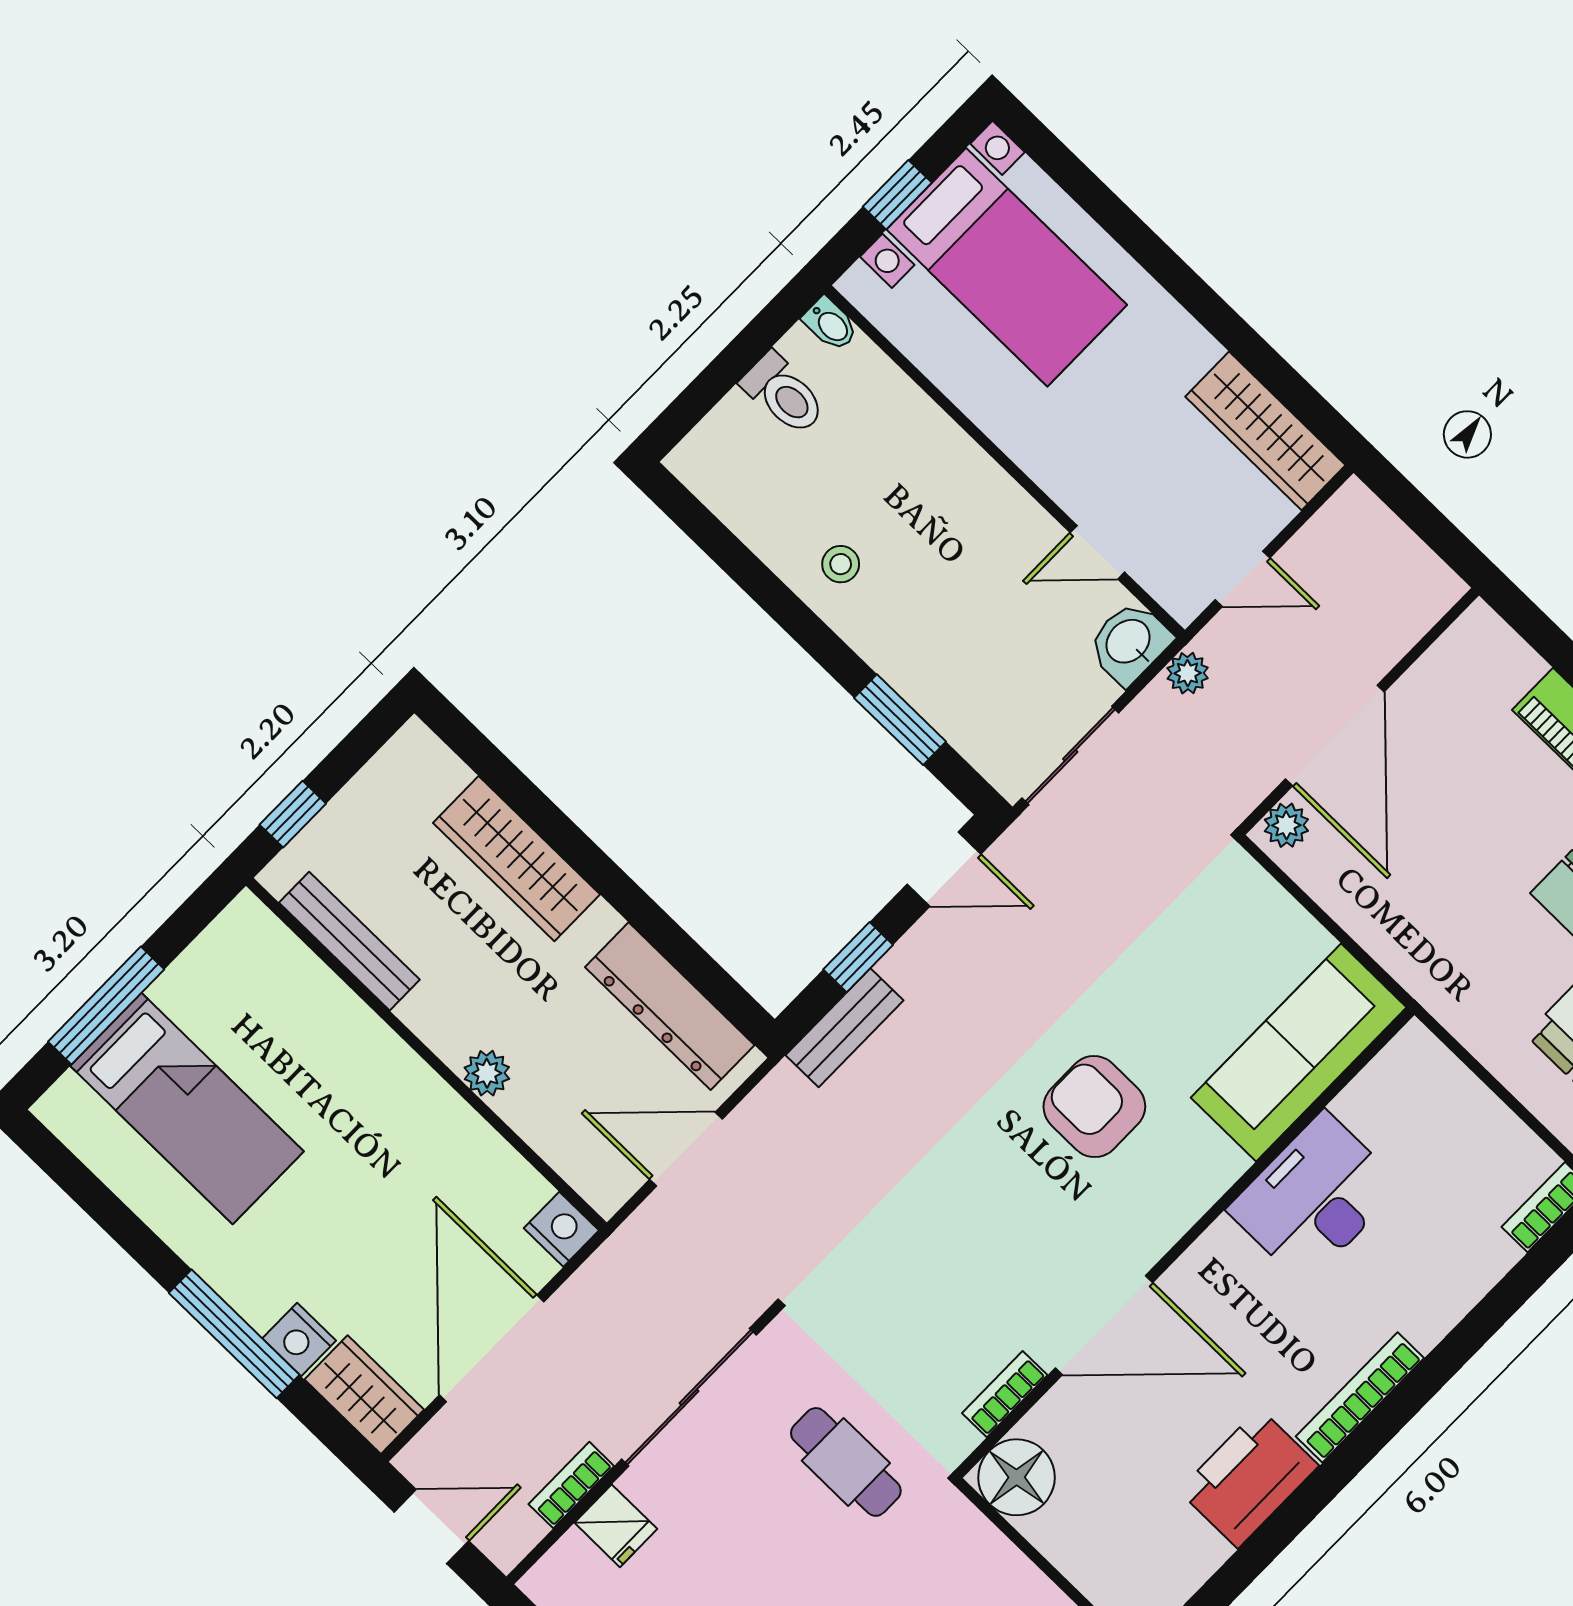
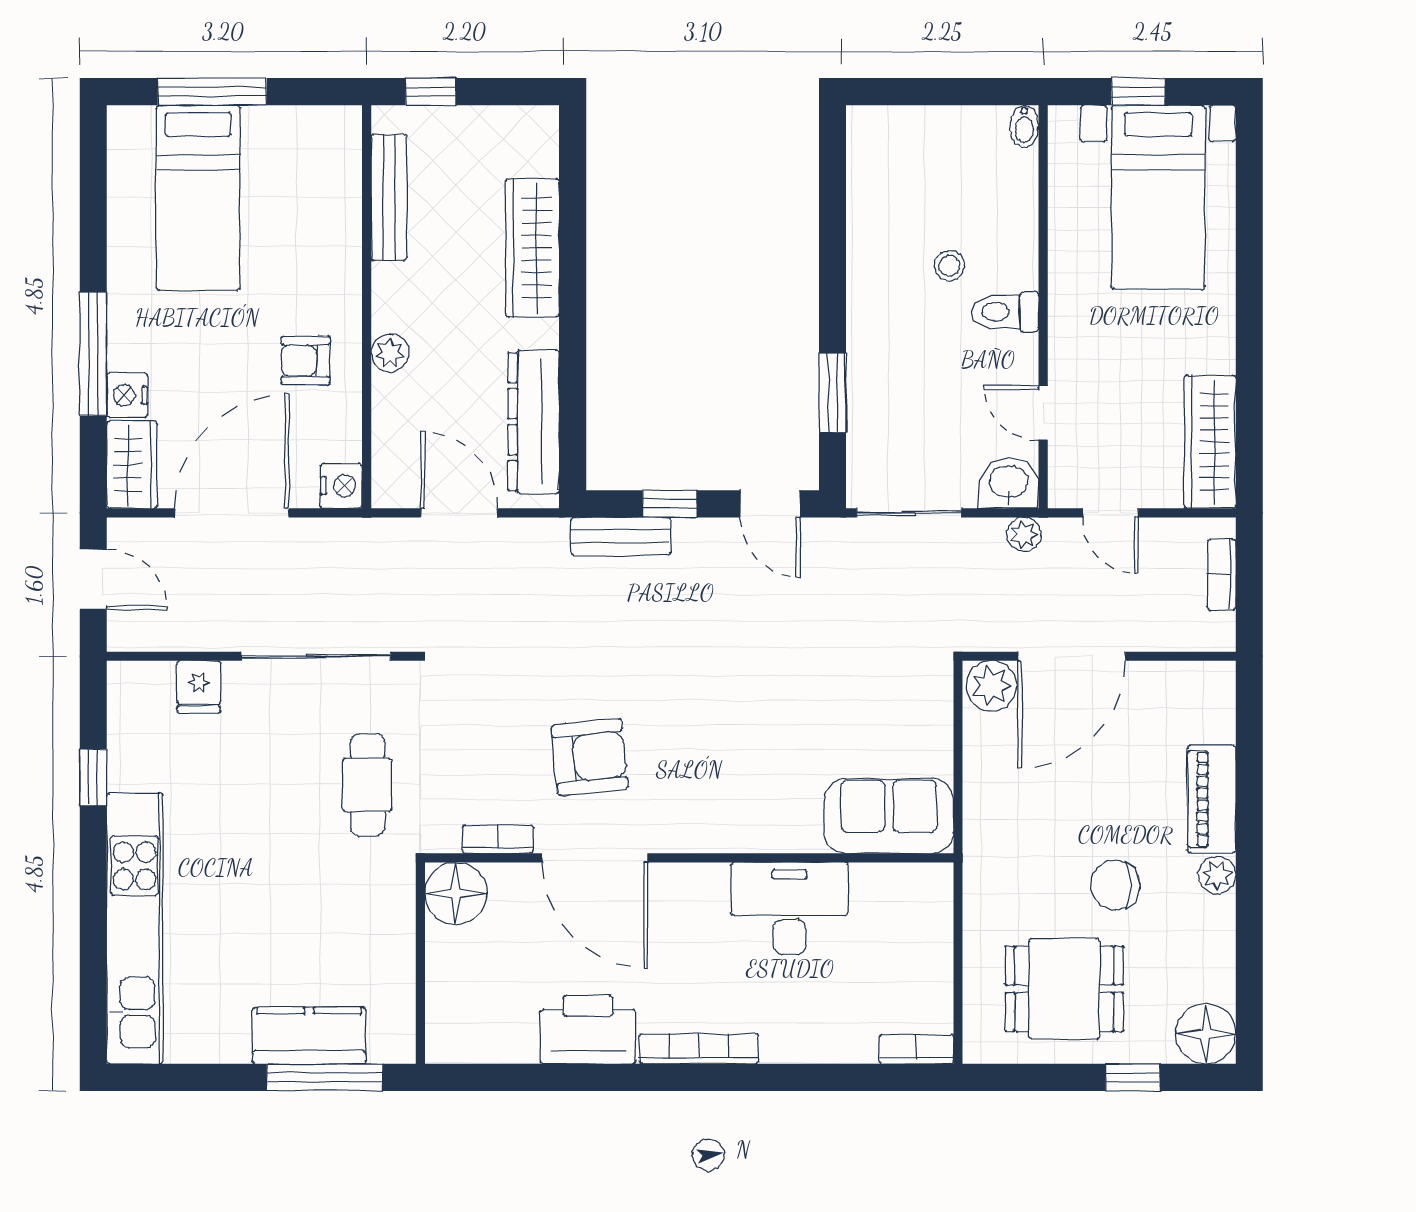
toilet: (784, 394) -> (1005, 312), moved, turned 90
stool: (841, 564) -> (950, 266), moved
plant: (1286, 825) -> (991, 686), width x1.38, depth x1.38
sofa: (1299, 1052) -> (889, 816), width x0.73
armchair: (1094, 1107) -> (590, 757), moved, turned 84
armchair: (421, 1154) -> (305, 360), added
bookcase: (571, 1485) -> (1222, 575), moved, turned -90

